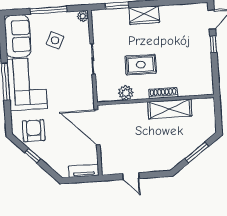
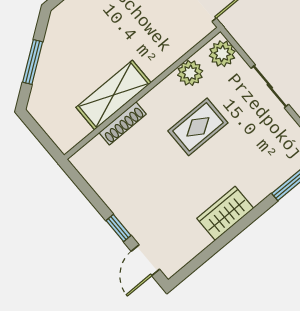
wardrobe: (144, 15) -> (225, 213), moved
plant: (104, 91) -> (222, 54), added
shoe rack: (163, 93) -> (123, 123), moved

